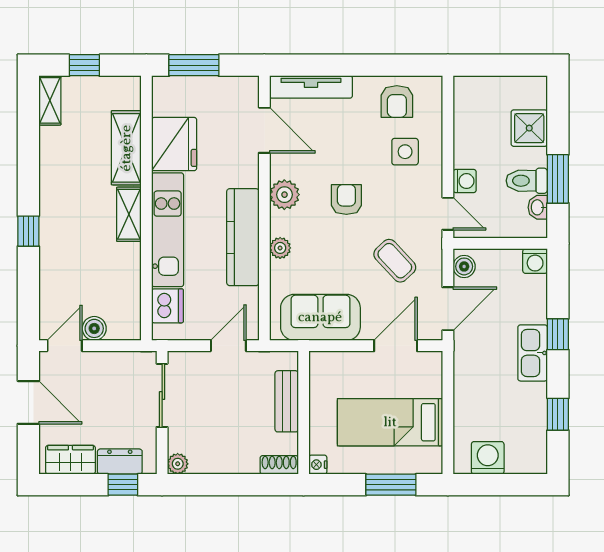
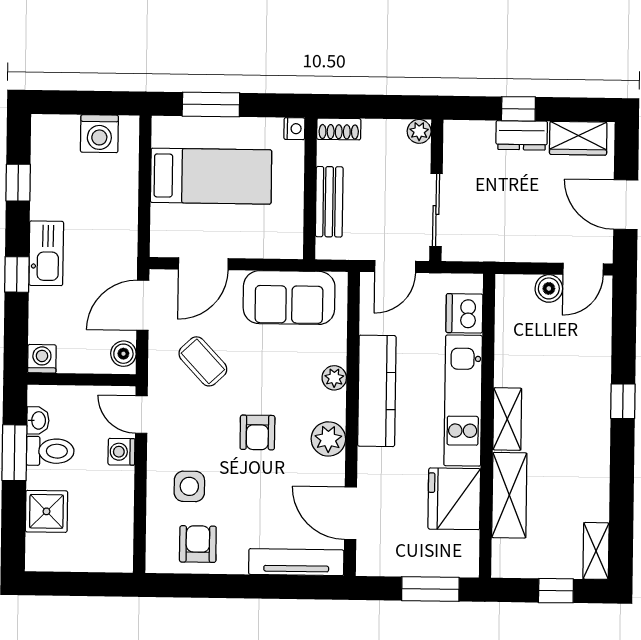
sliding door: (162, 395) -> (436, 210), moved
wall: (162, 413) -> (436, 190), moved
plant: (178, 464) -> (419, 131), moved

